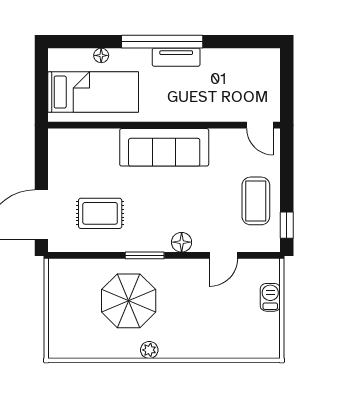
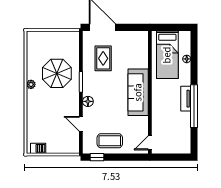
window: (162, 42) -> (194, 106), moved
barbecue: (270, 297) -> (38, 148), moved

